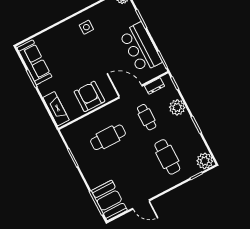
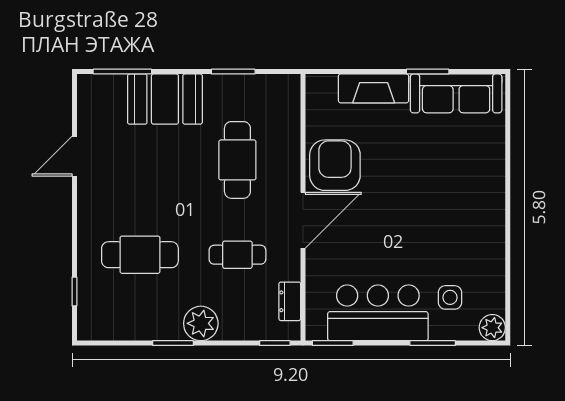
side table: (86, 27) -> (450, 297), moved
door: (131, 92) -> (303, 220), moved
armchair: (89, 96) -> (335, 165), turned -90
plant: (177, 107) -> (201, 323), moved
fireplace: (56, 109) -> (374, 88), moved
plant: (205, 161) -> (95, 323), removed
booth: (109, 200) -> (165, 99), moved

